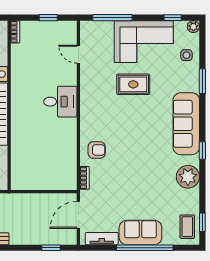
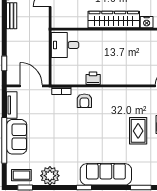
desk: (60, 102) -> (65, 45), moved, turned 90
printer: (69, 139) -> (93, 78), added
plant: (188, 177) -> (50, 176), moved

